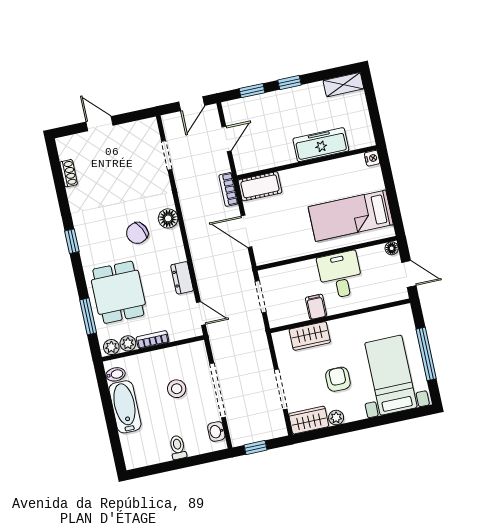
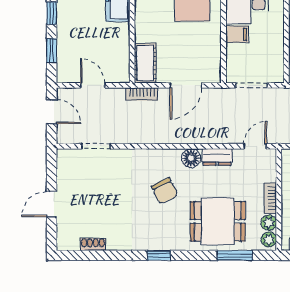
floor lamp: (168, 218) -> (191, 158), moved
filing cabinet: (316, 307) -> (237, 34), moved, turned 180

